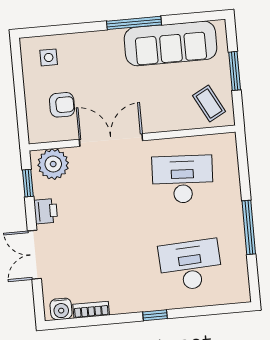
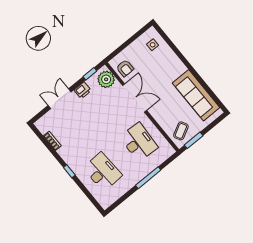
window: (134, 23) -> (194, 73), removed
window: (235, 71) -> (194, 140), moved
armchair: (62, 105) -> (125, 68), moved
window: (249, 227) -> (148, 178), moved
water cooler: (61, 309) -> (43, 127), removed

